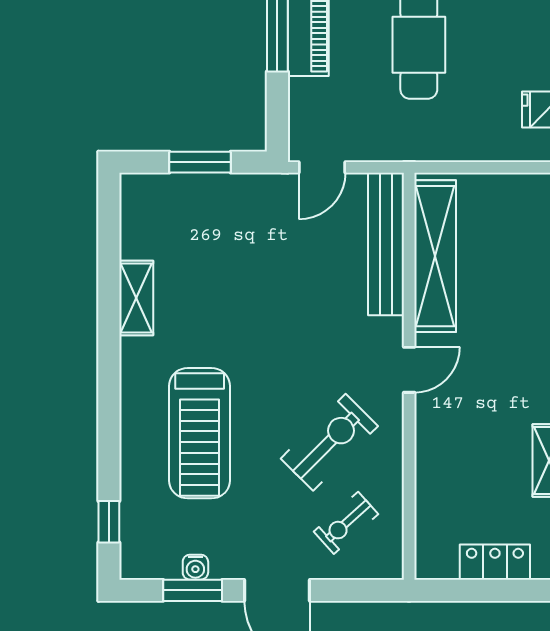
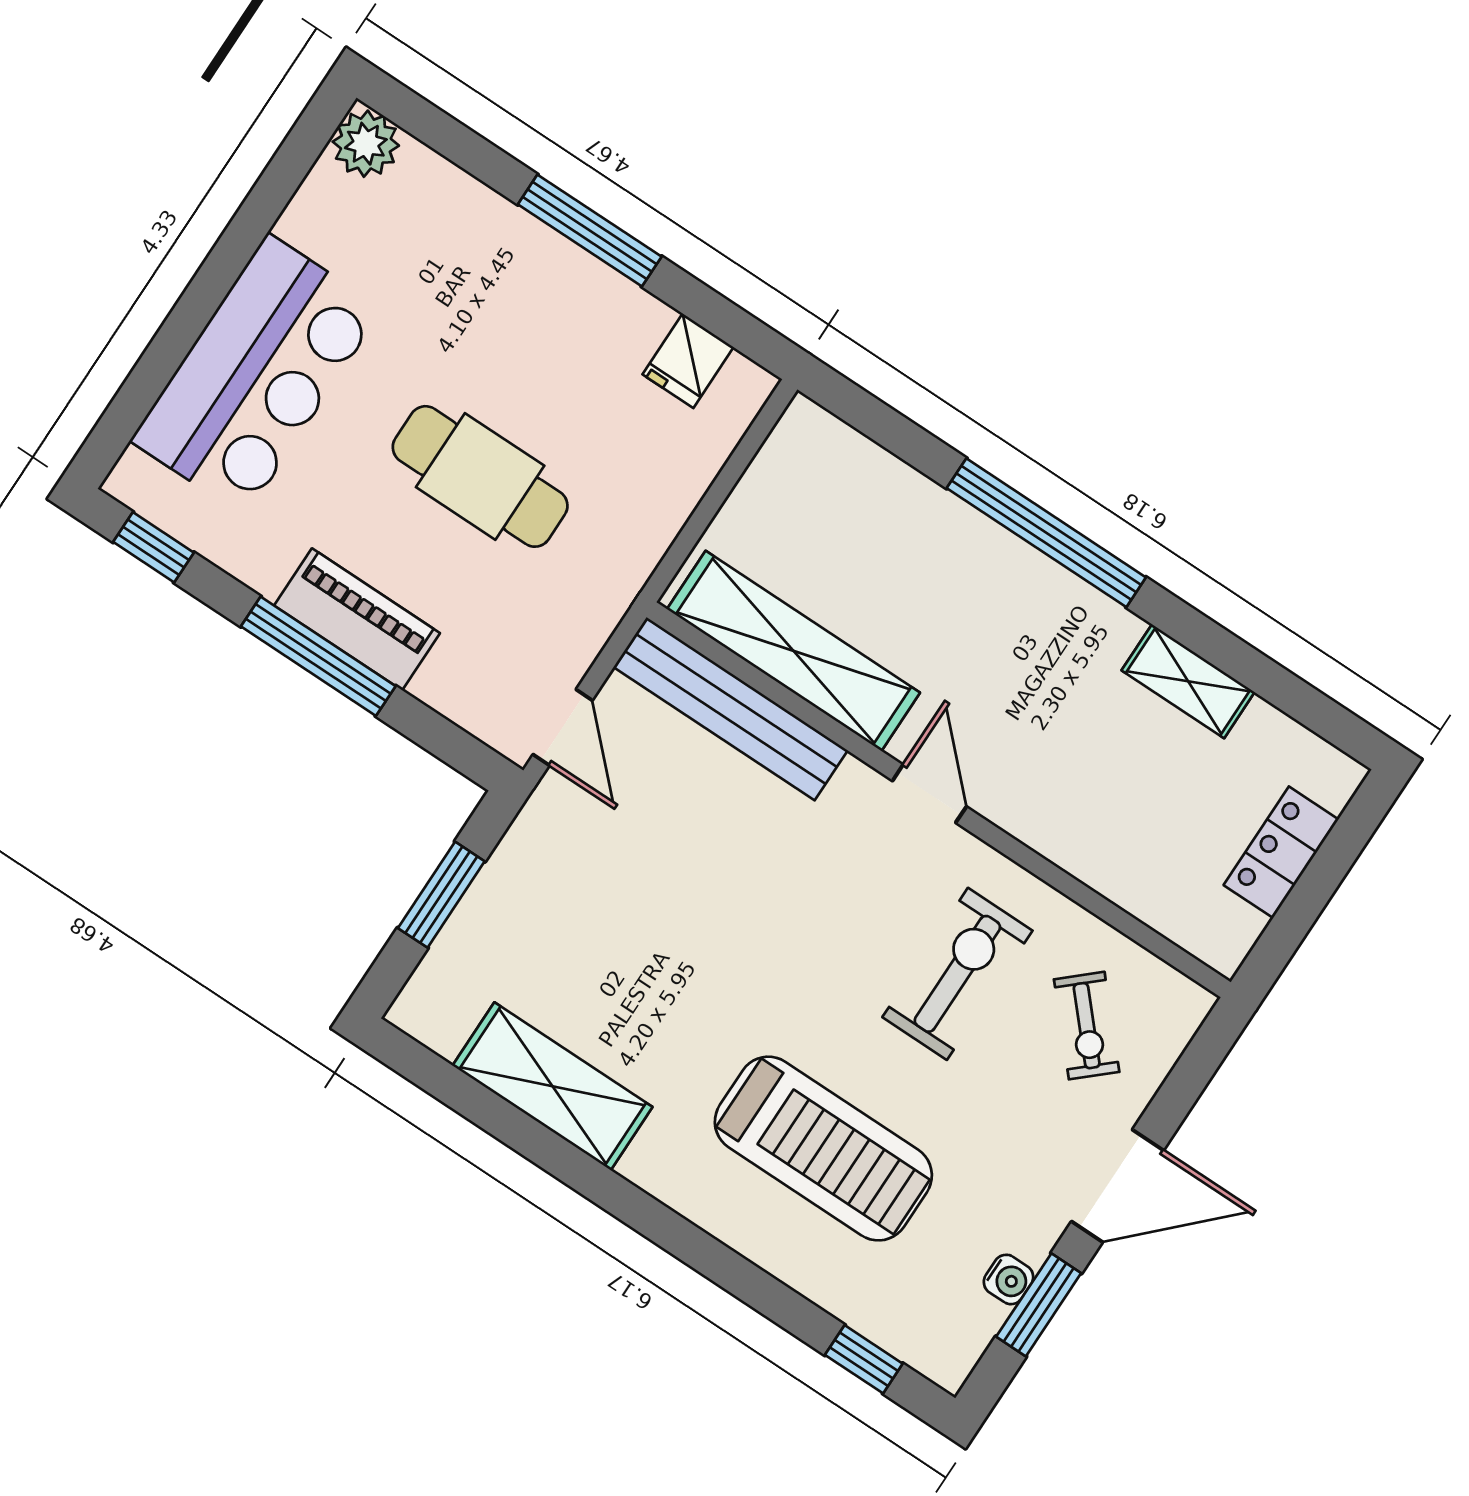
shelving: (136, 298) -> (552, 1086), width x1.50, depth x1.33
exercise bike: (329, 442) -> (957, 974), turned 45

